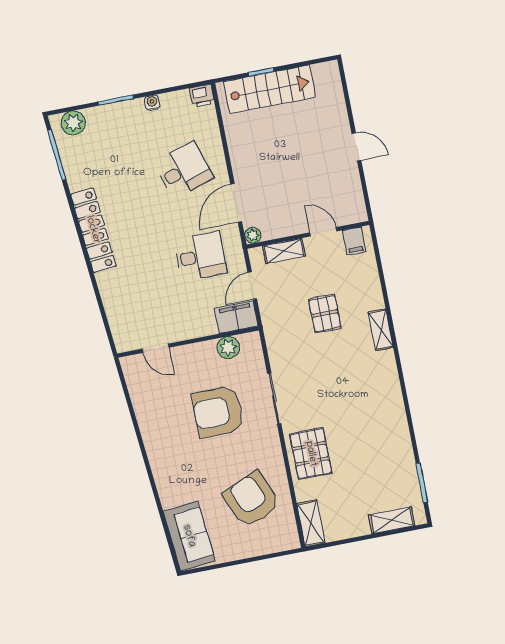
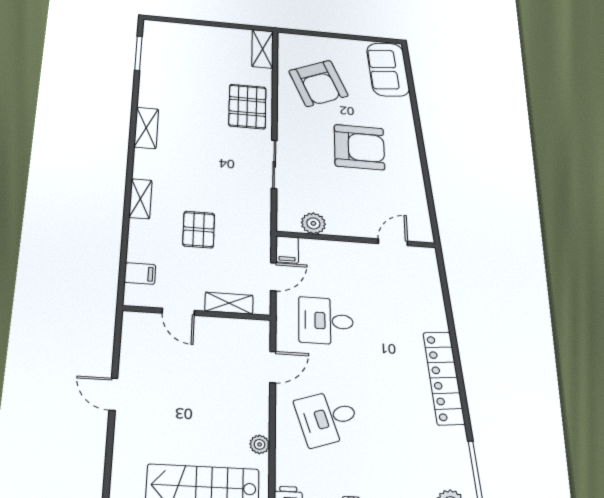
door: (236, 203) -> (273, 367), width x0.73
plant: (253, 235) -> (260, 444), moved
filing cabinet: (354, 241) -> (140, 274), moved, turned 90
filing cabinet: (236, 317) -> (287, 250), width x0.50
door: (156, 348) -> (393, 242), hinge flipped
armchair: (218, 412) -> (359, 147), moved
shelving: (392, 520) -> (146, 128), moved, turned 90

